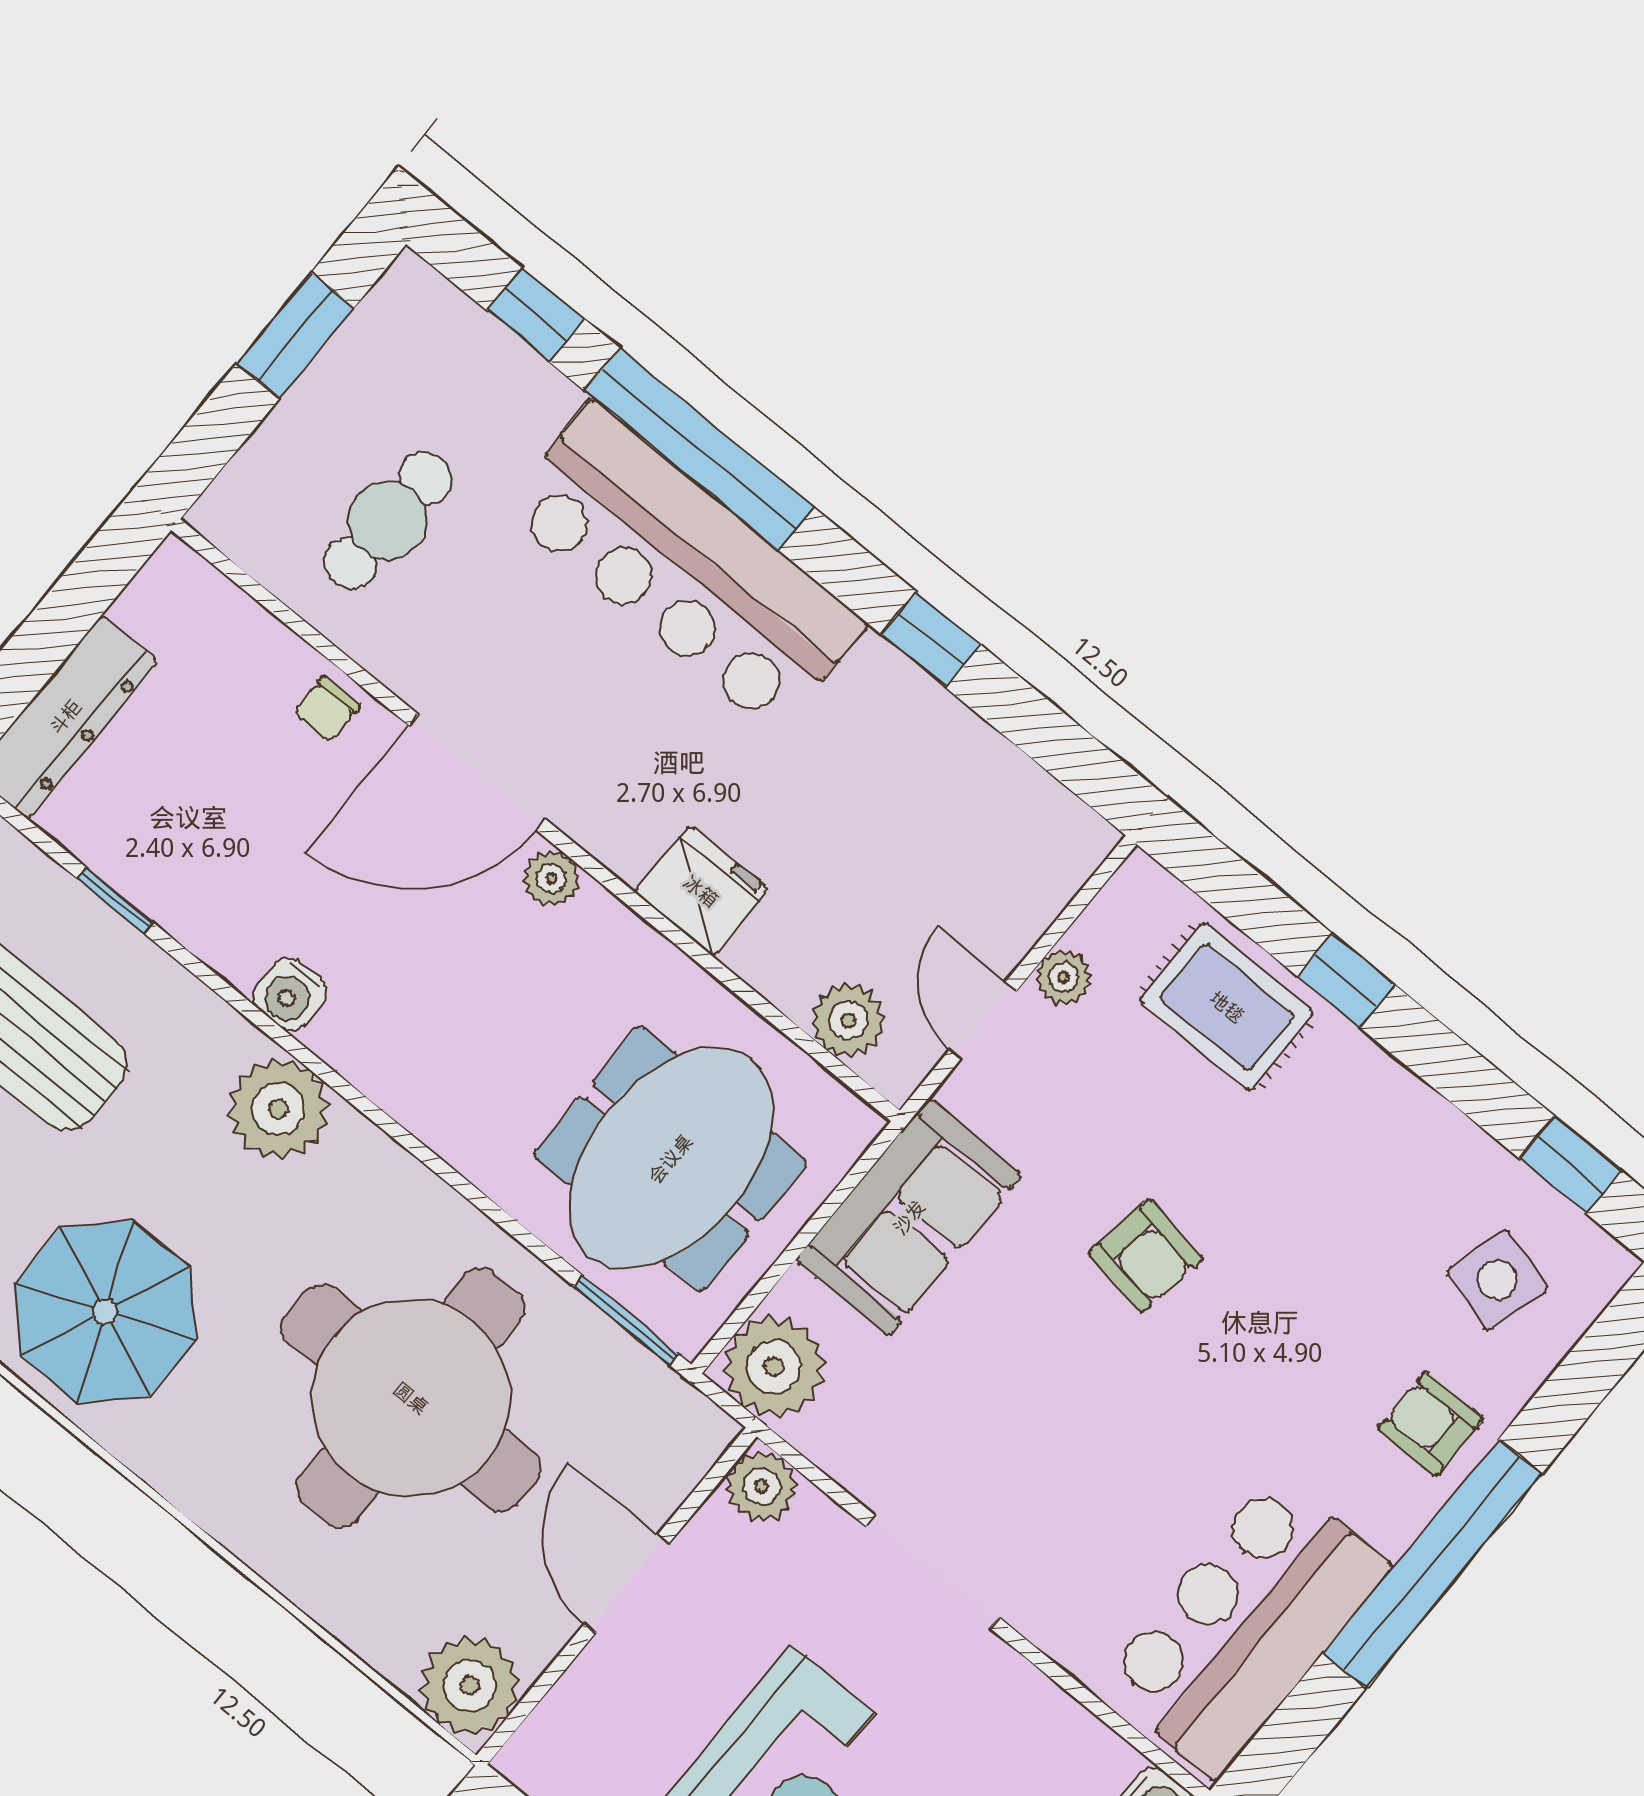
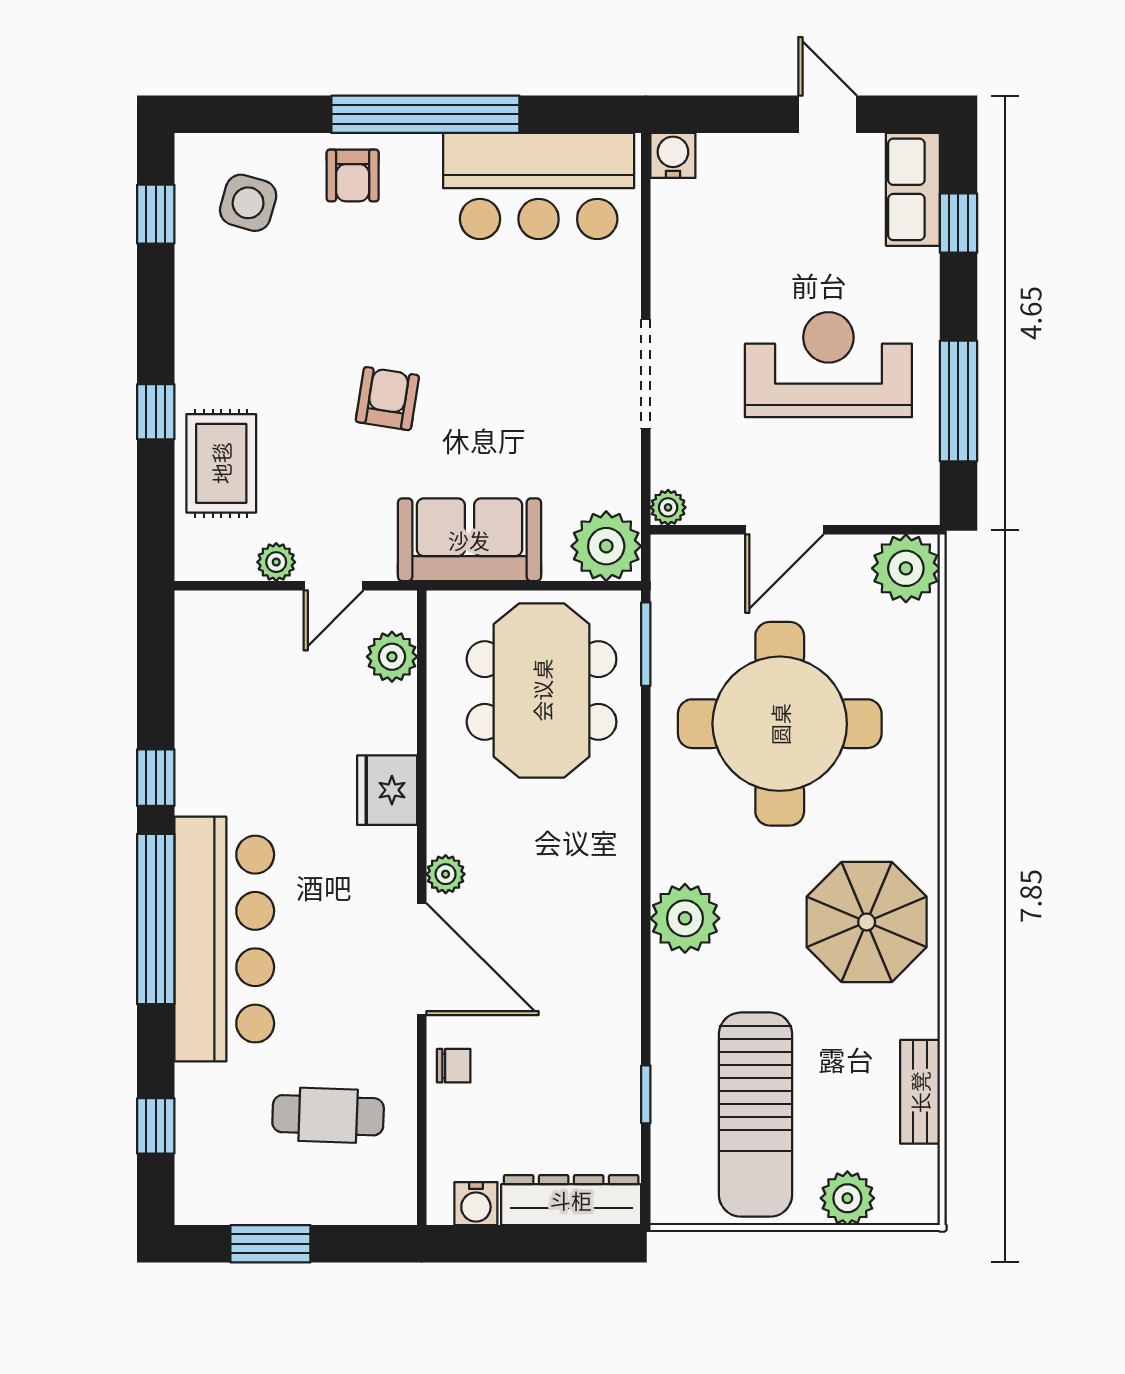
window: (699, 449) -> (156, 919), moved
water cooler: (290, 994) -> (476, 1204), moved, turned 90
meeting table: (670, 1159) -> (542, 690), turned 90
plant: (762, 1486) -> (668, 507), width x0.73, depth x0.73

